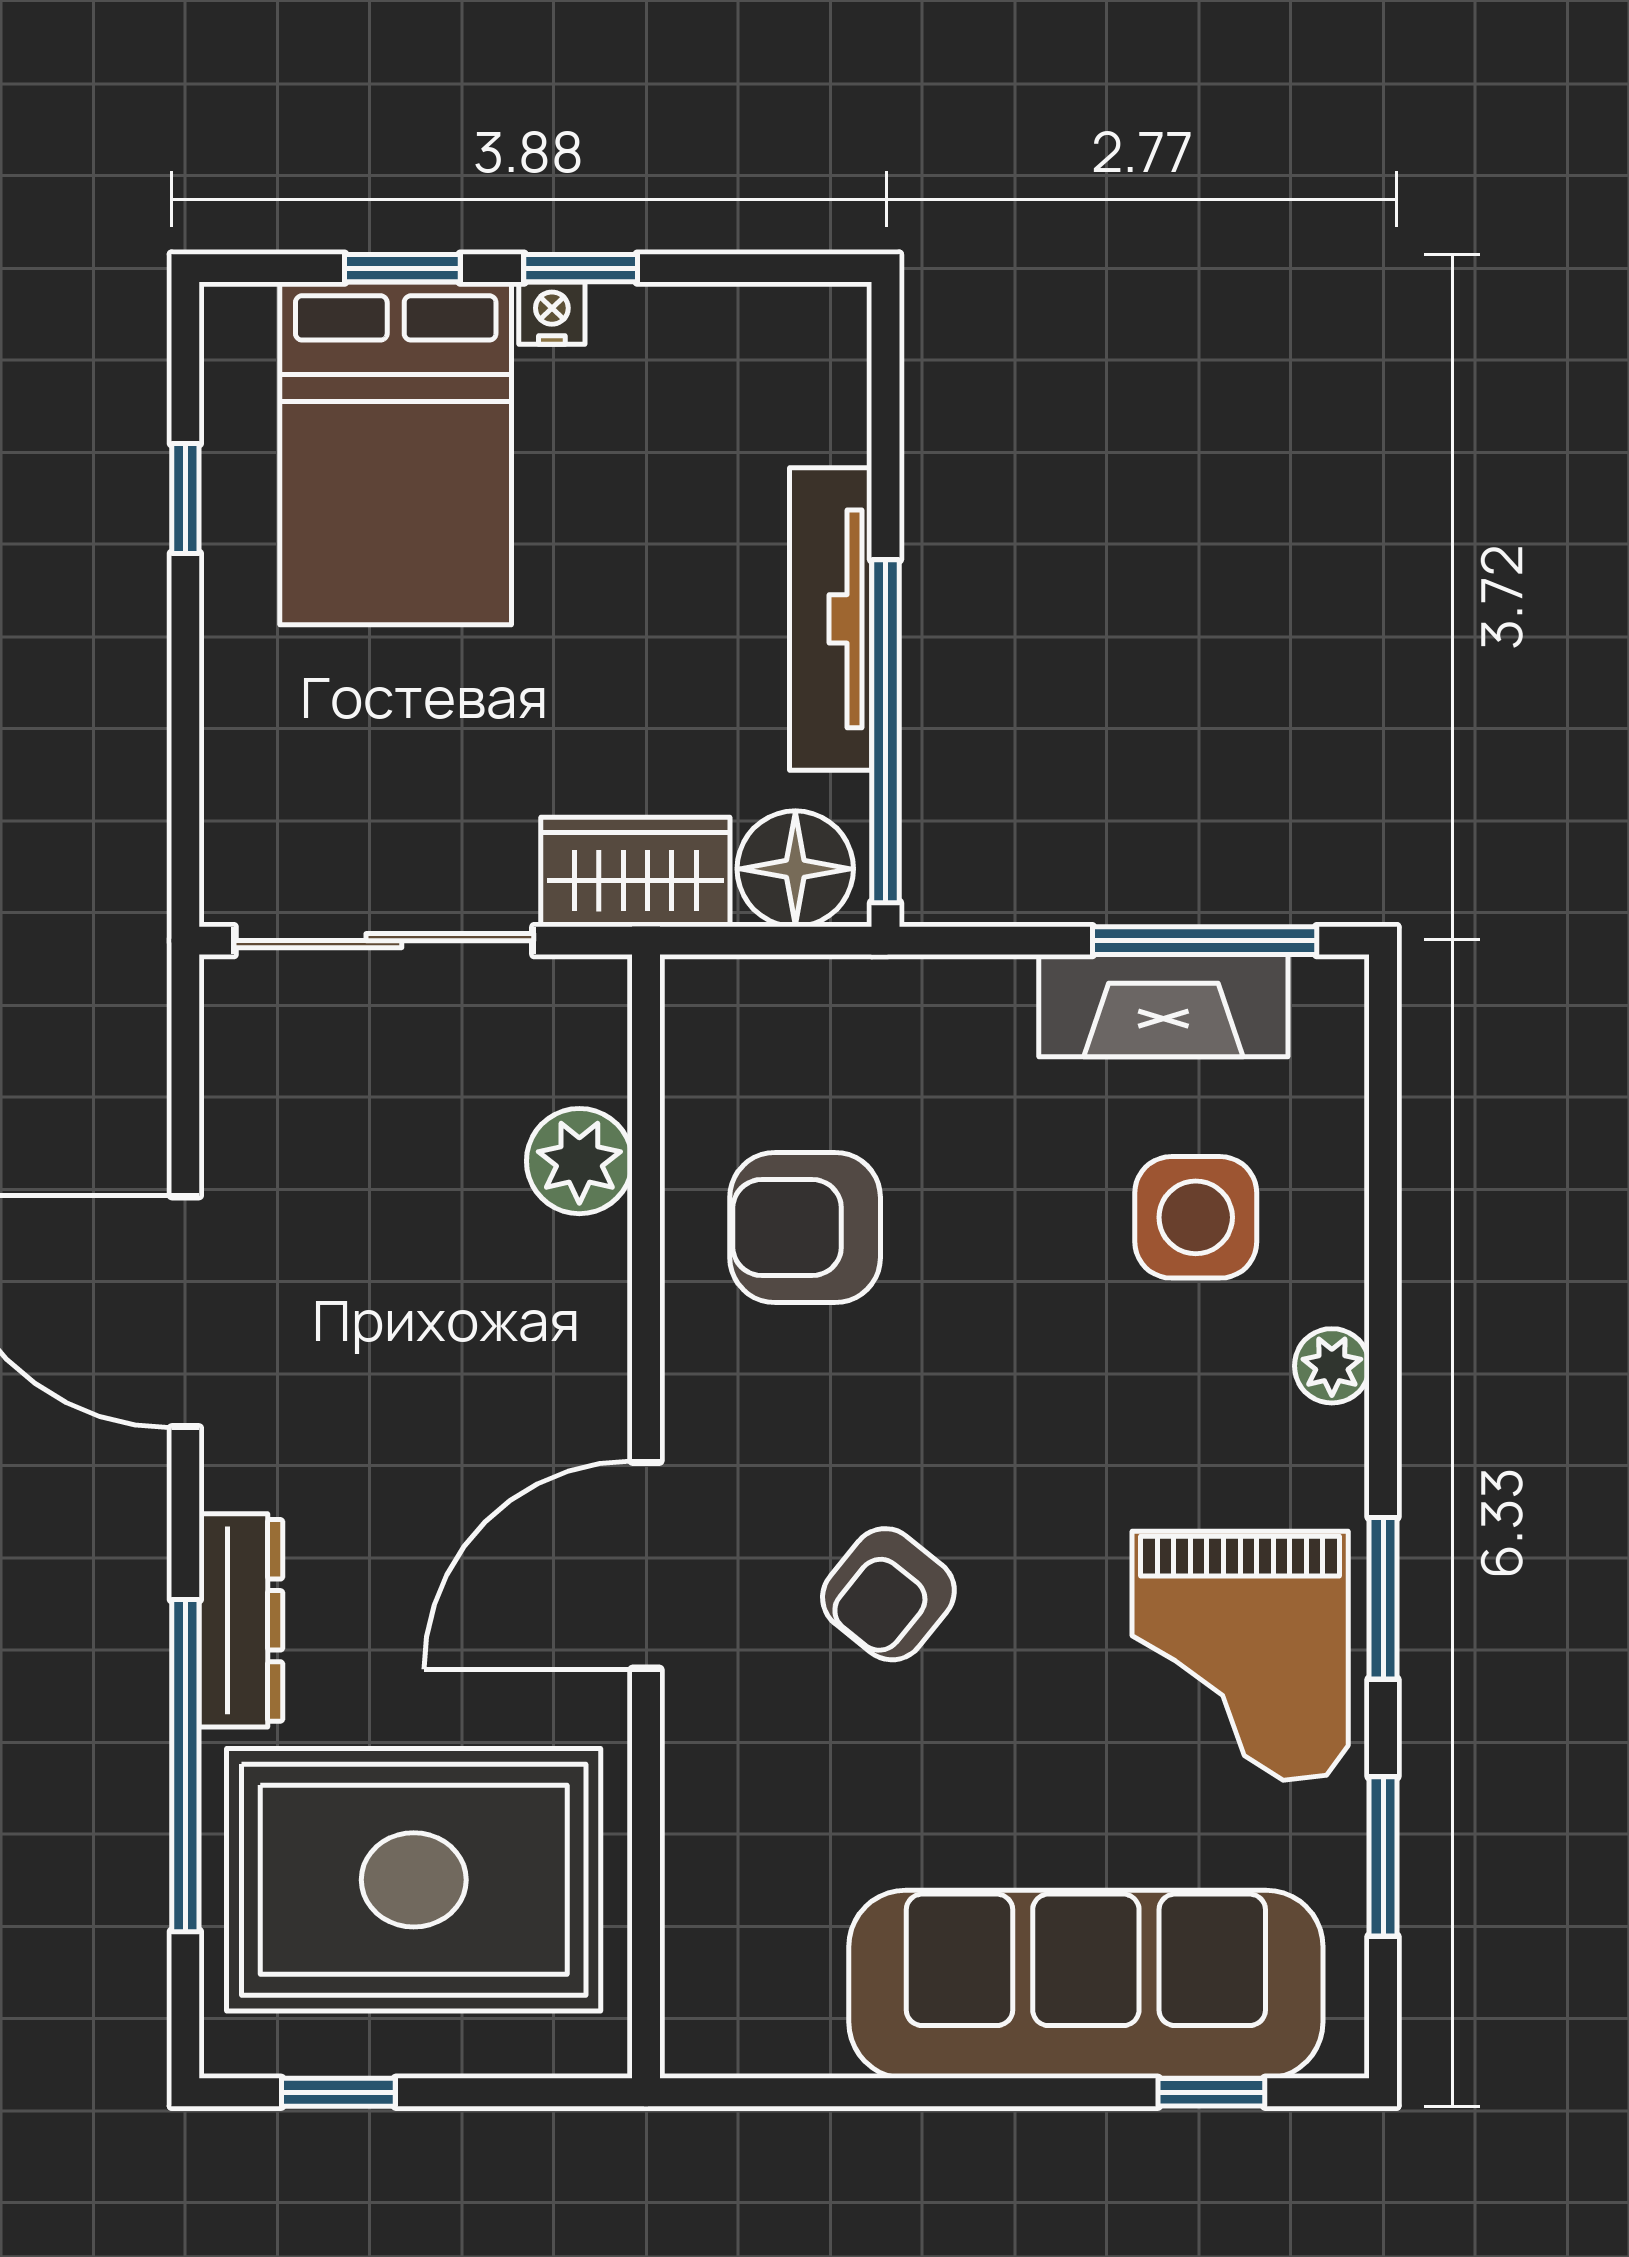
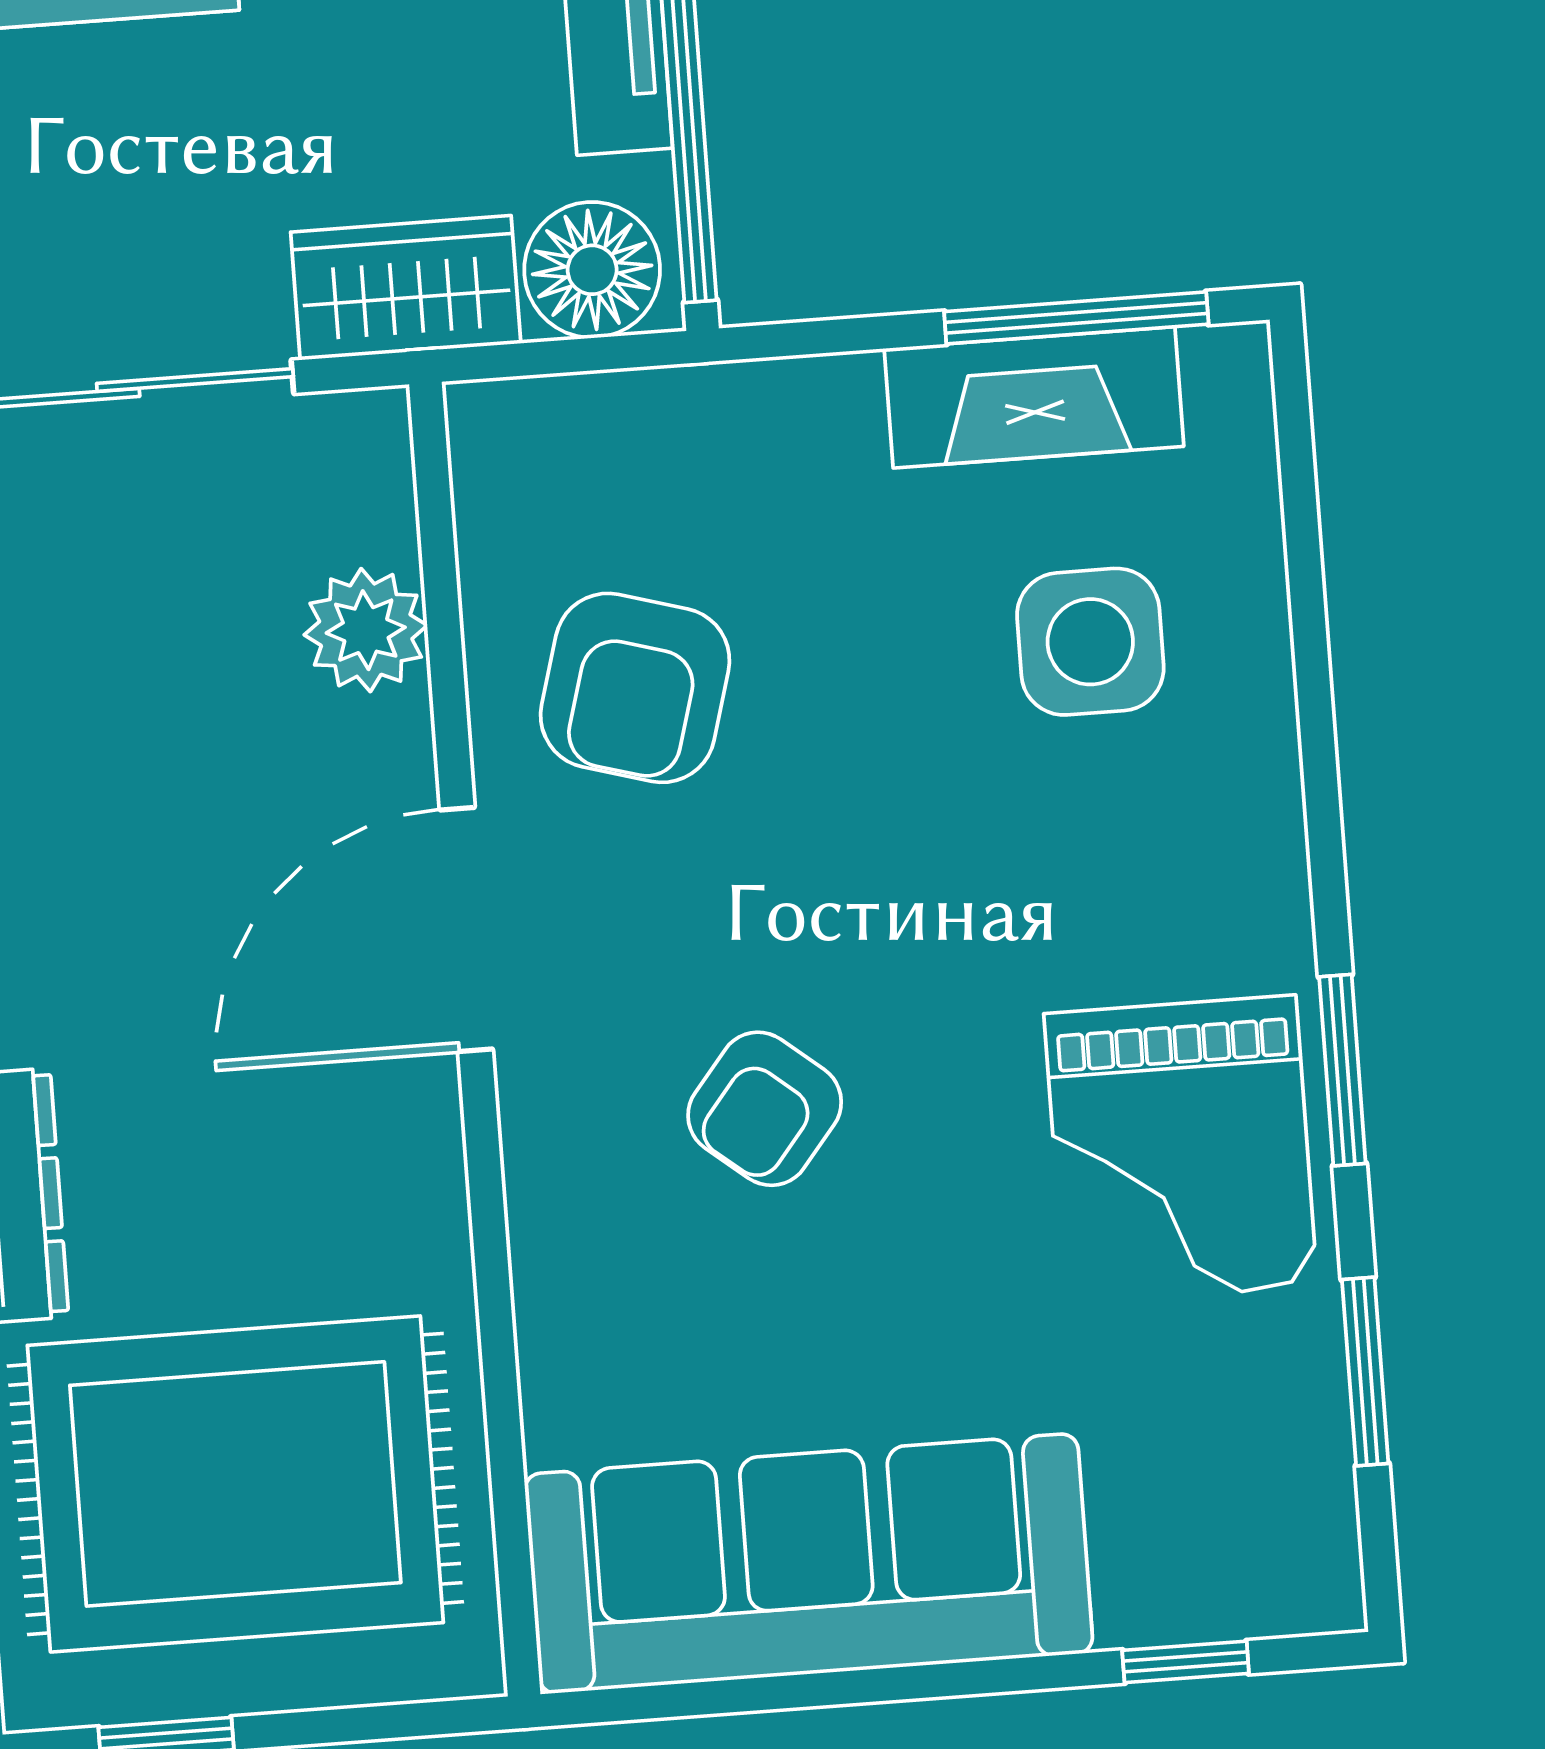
armchair: (805, 1228) -> (635, 688), turned -74
plant: (1332, 1366) -> (1262, 803), removed
door: (646, 1565) -> (466, 930), moved
sofa: (1086, 1984) -> (809, 1564), moved

